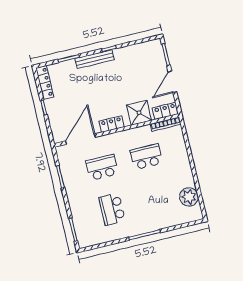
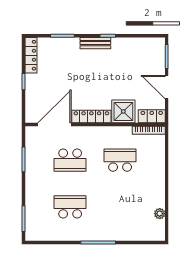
bench: (95, 59) -> (95, 43), width x0.73
door: (172, 82) -> (167, 87), hinge flipped
locker: (112, 124) -> (91, 116), width x1.53
school desk: (102, 167) -> (70, 160), turned 180
plant: (189, 197) -> (160, 214), width x0.53, depth x0.53
school desk: (112, 209) -> (70, 207), turned 90

